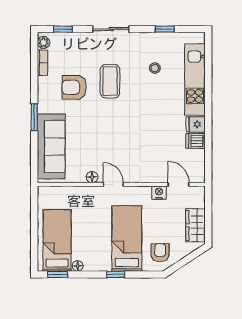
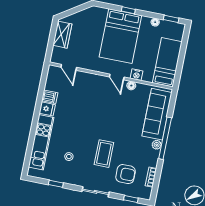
plant: (44, 42) -> (157, 145), moved
armchair: (74, 87) -> (126, 174), moved
window: (34, 117) -> (165, 138), width x2.11
nightstand: (159, 193) -> (137, 75), moved
bed: (127, 239) -> (120, 36), width x1.50
bed: (57, 240) -> (167, 62), moved, turned 180
armchair: (160, 253) -> (92, 20), removed

